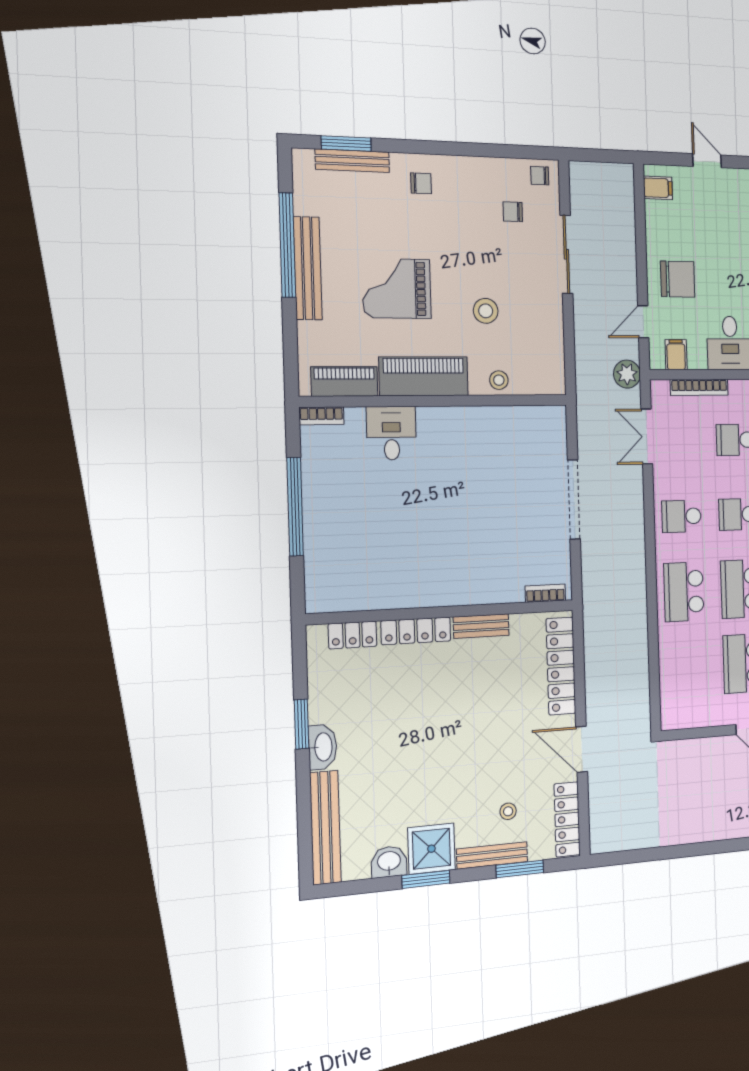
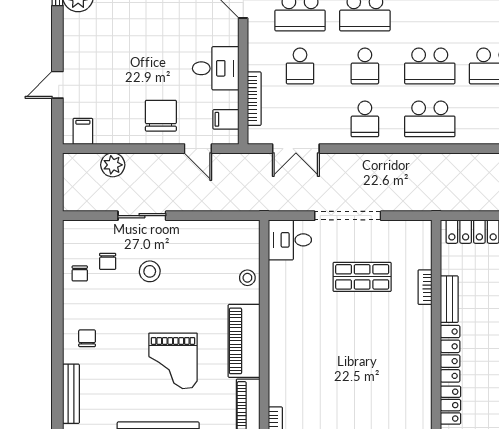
window: (346, 144) -> (57, 398), removed
chair: (540, 176) -> (80, 273), moved
sliding door: (566, 254) -> (142, 216), width x0.73
stool: (486, 311) -> (150, 271), moved
plant: (627, 374) -> (113, 165), moved
desk: (391, 433) -> (290, 240), moved
shop shelf: (504, 519) -> (362, 277), added
bookcase: (545, 593) -> (425, 287), moved

